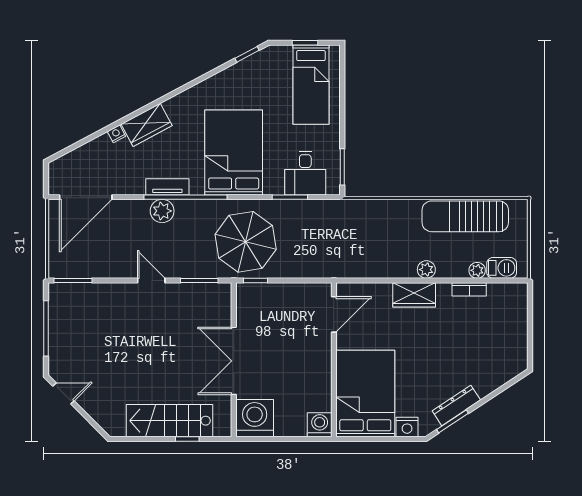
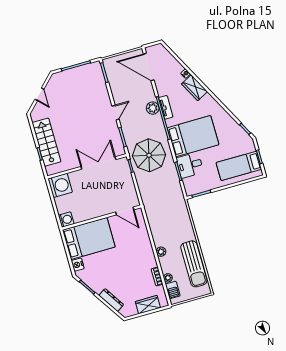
desk: (305, 173) -> (190, 165), moved
sun lounger: (465, 216) -> (194, 264), turned 180
wardrobe: (414, 295) -> (148, 305), moved, turned 90
double door: (234, 361) -> (98, 163), moved
door: (64, 393) -> (39, 94), moved
dresser: (456, 405) -> (111, 300), moved

